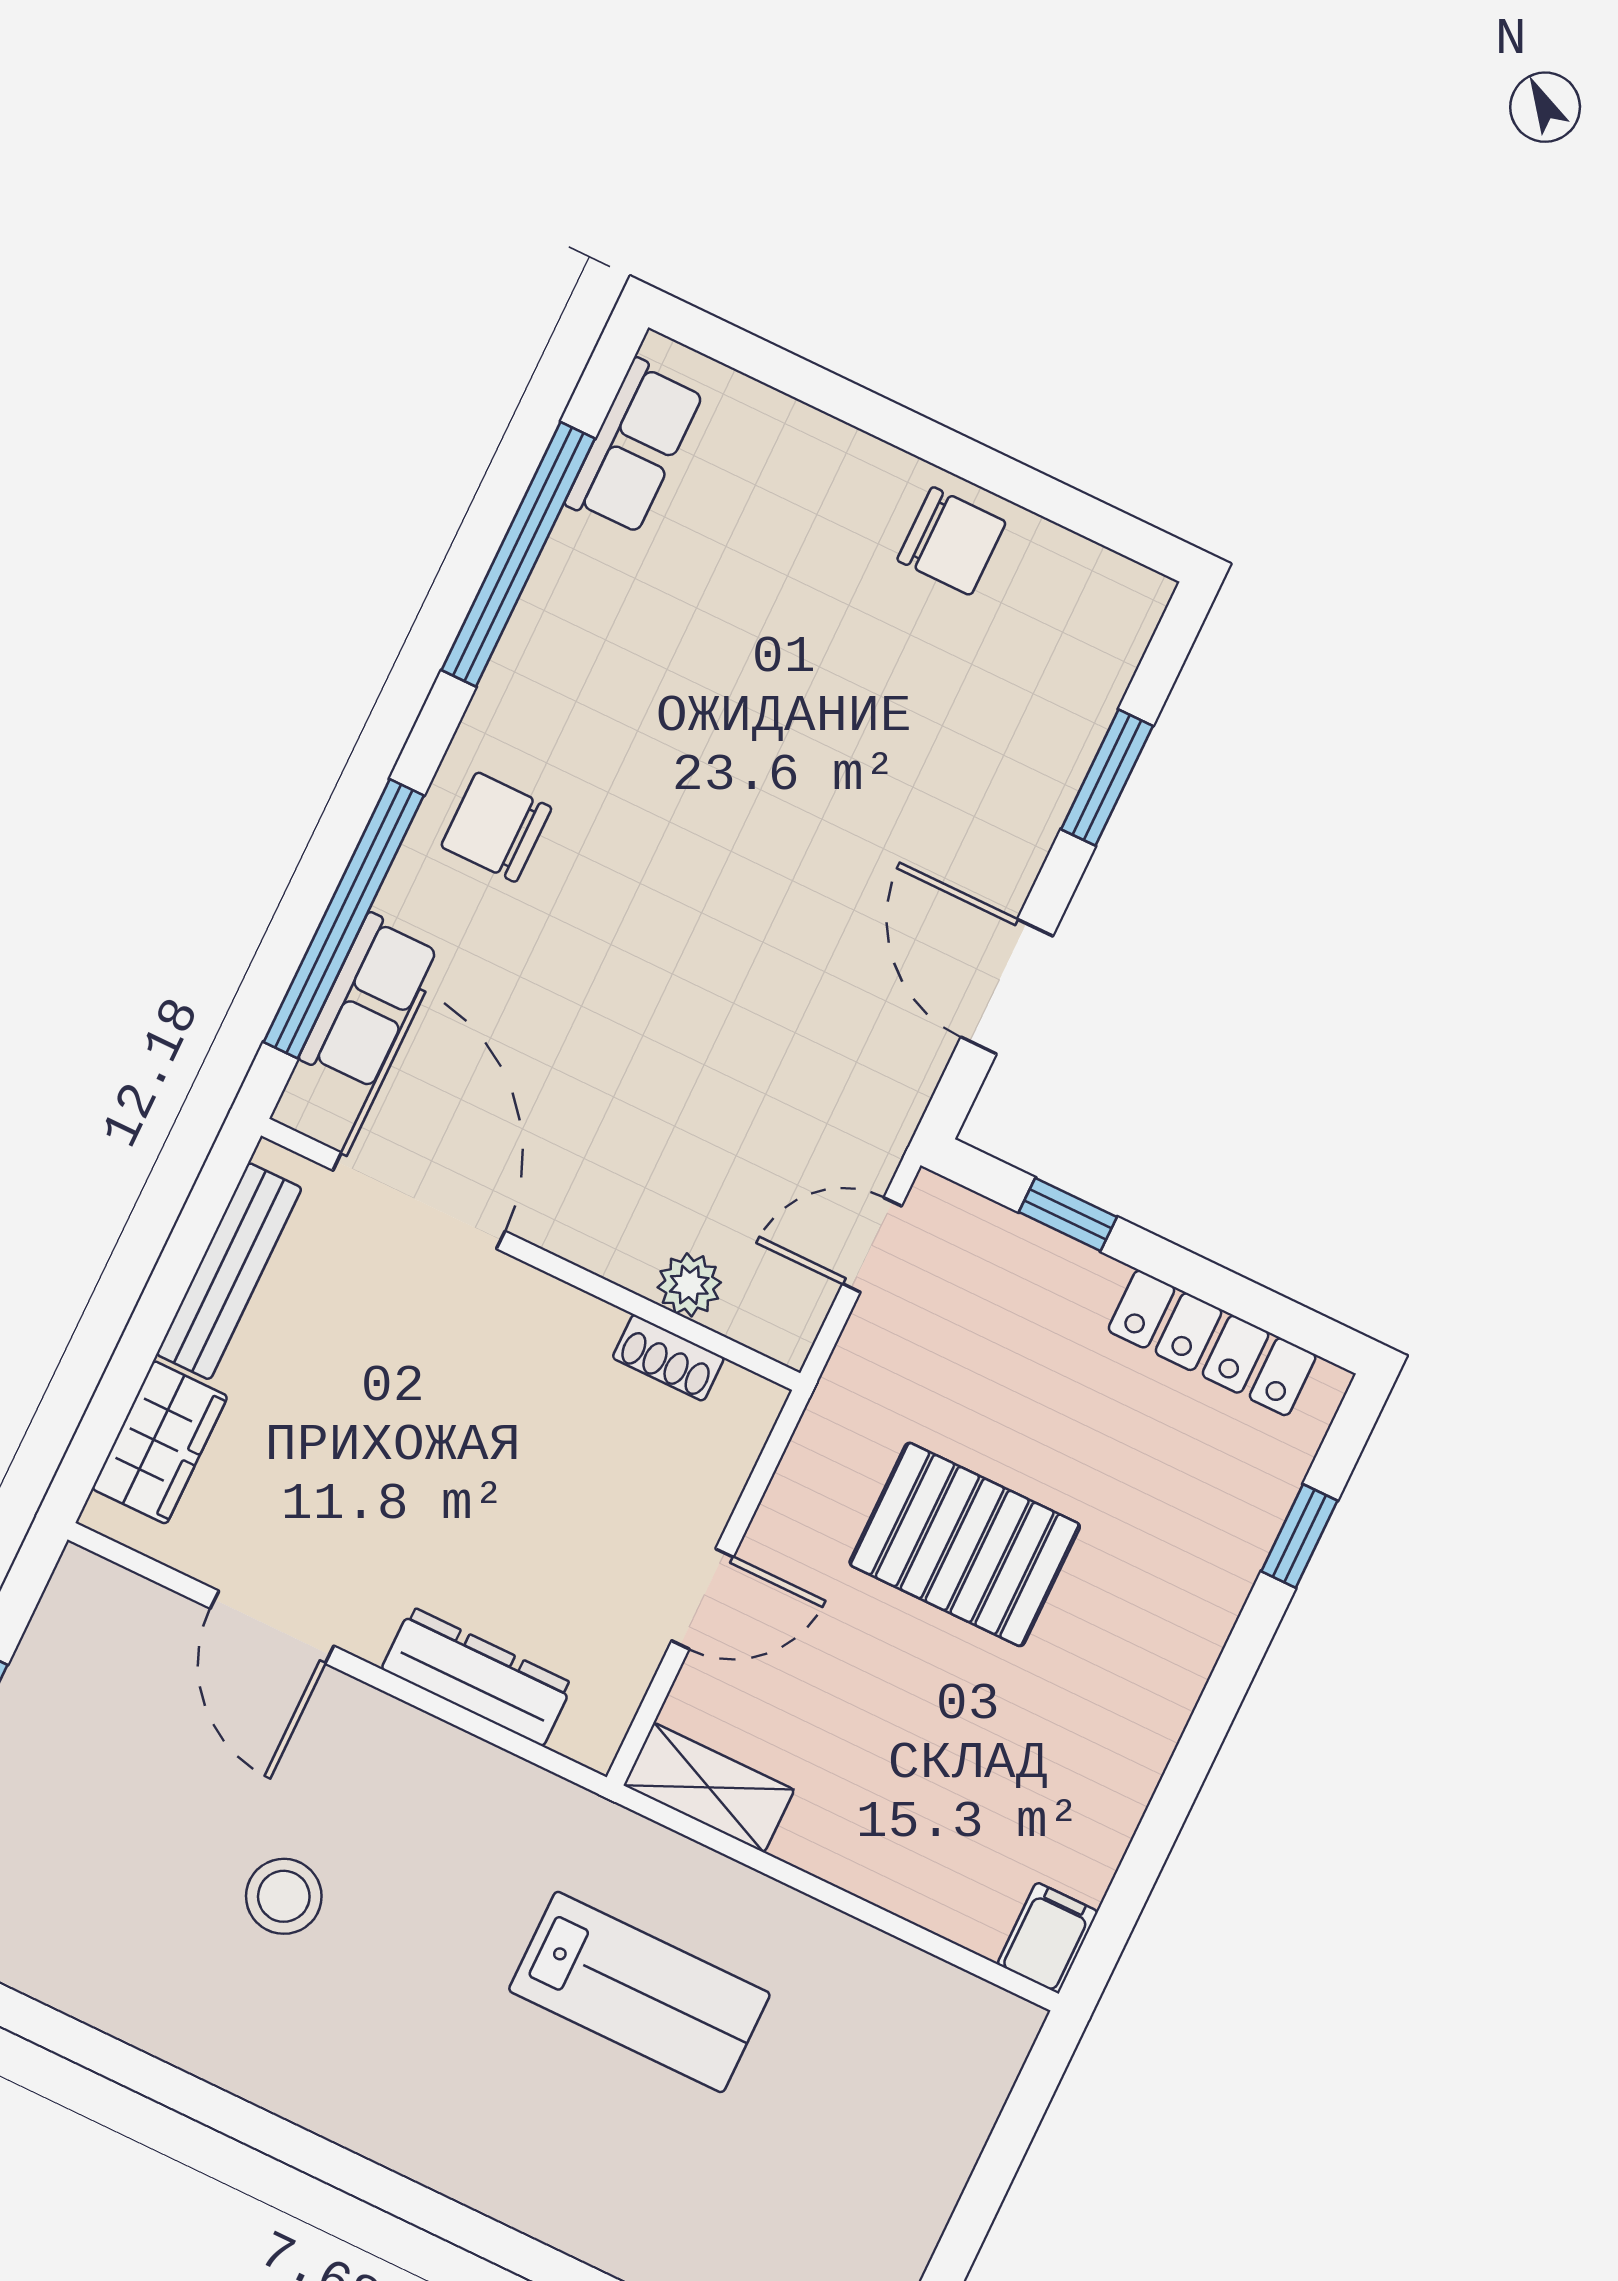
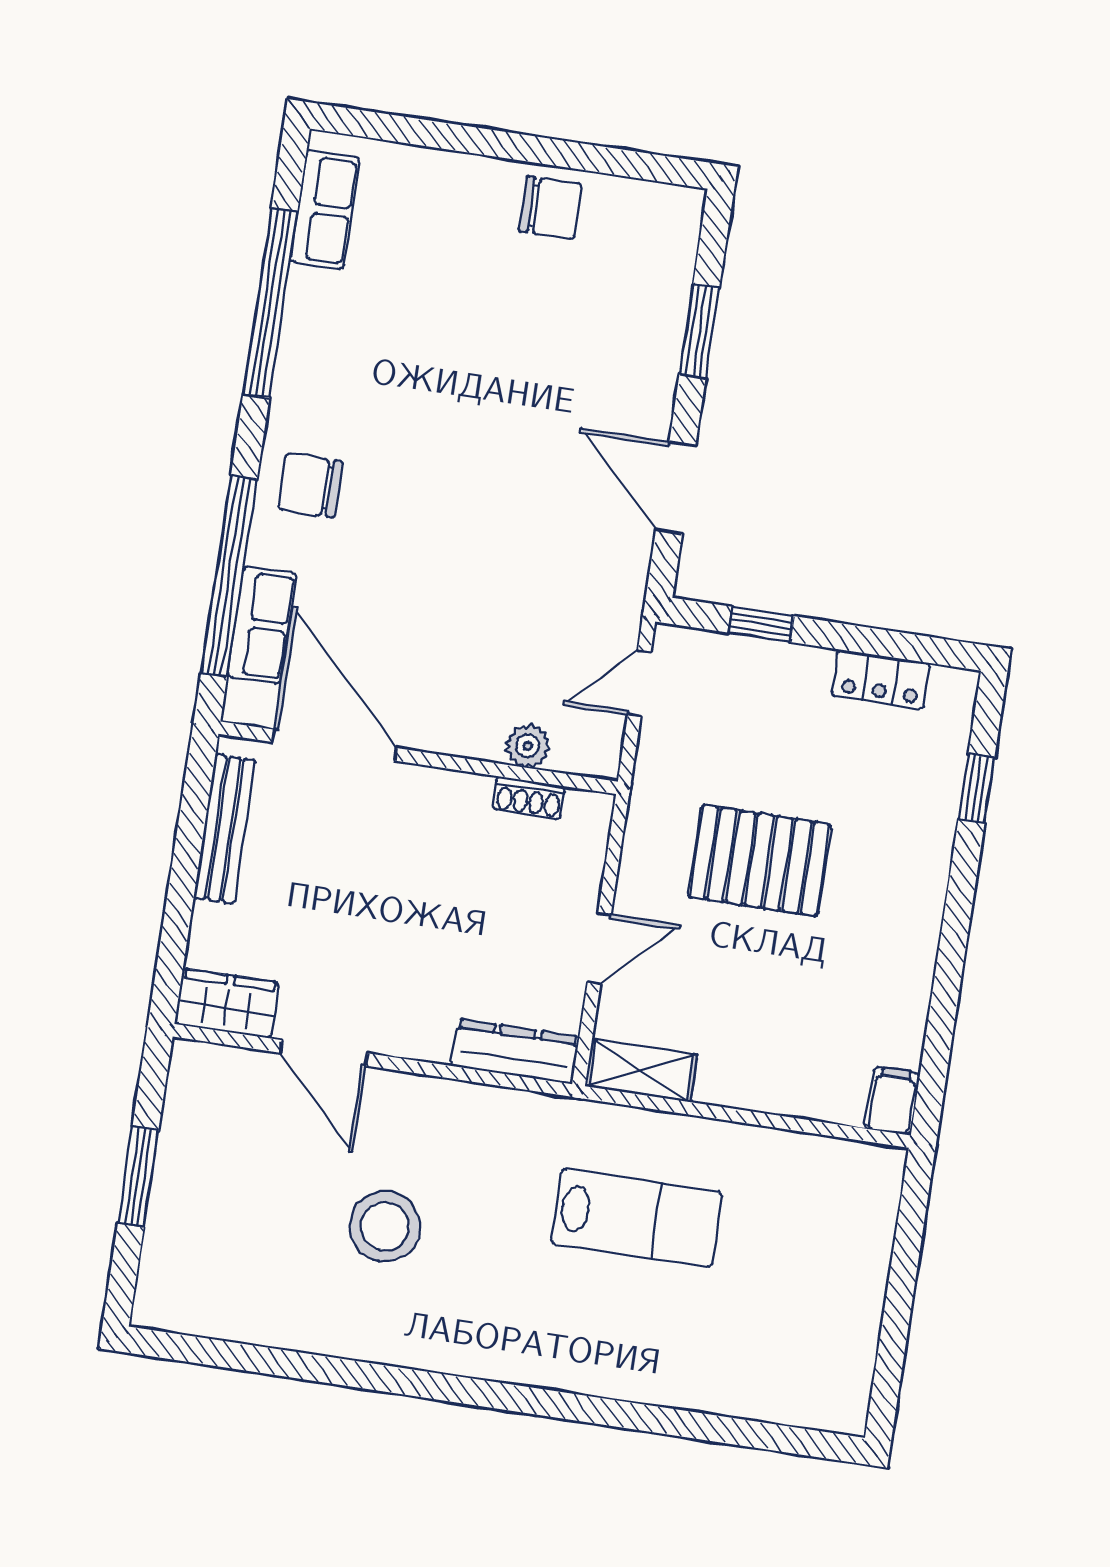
locker: (1212, 1343) -> (881, 679), width x0.66
wardrobe: (160, 1442) -> (227, 1003), moved, turned -90
dresser: (477, 1676) -> (515, 1051), moved
stool: (284, 1896) -> (385, 1226), width x1.38, depth x1.38

